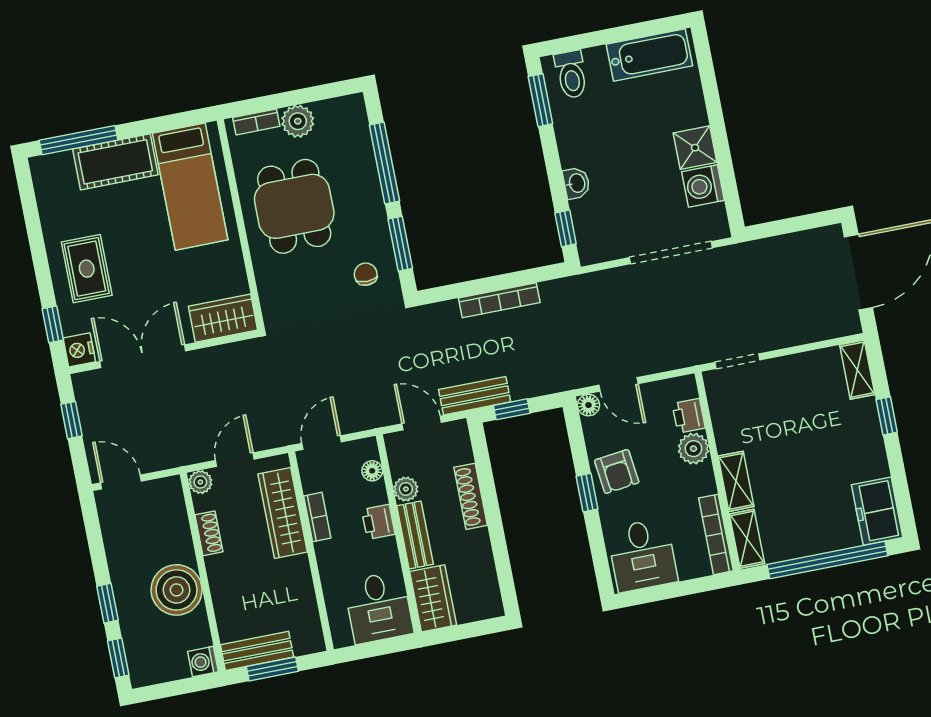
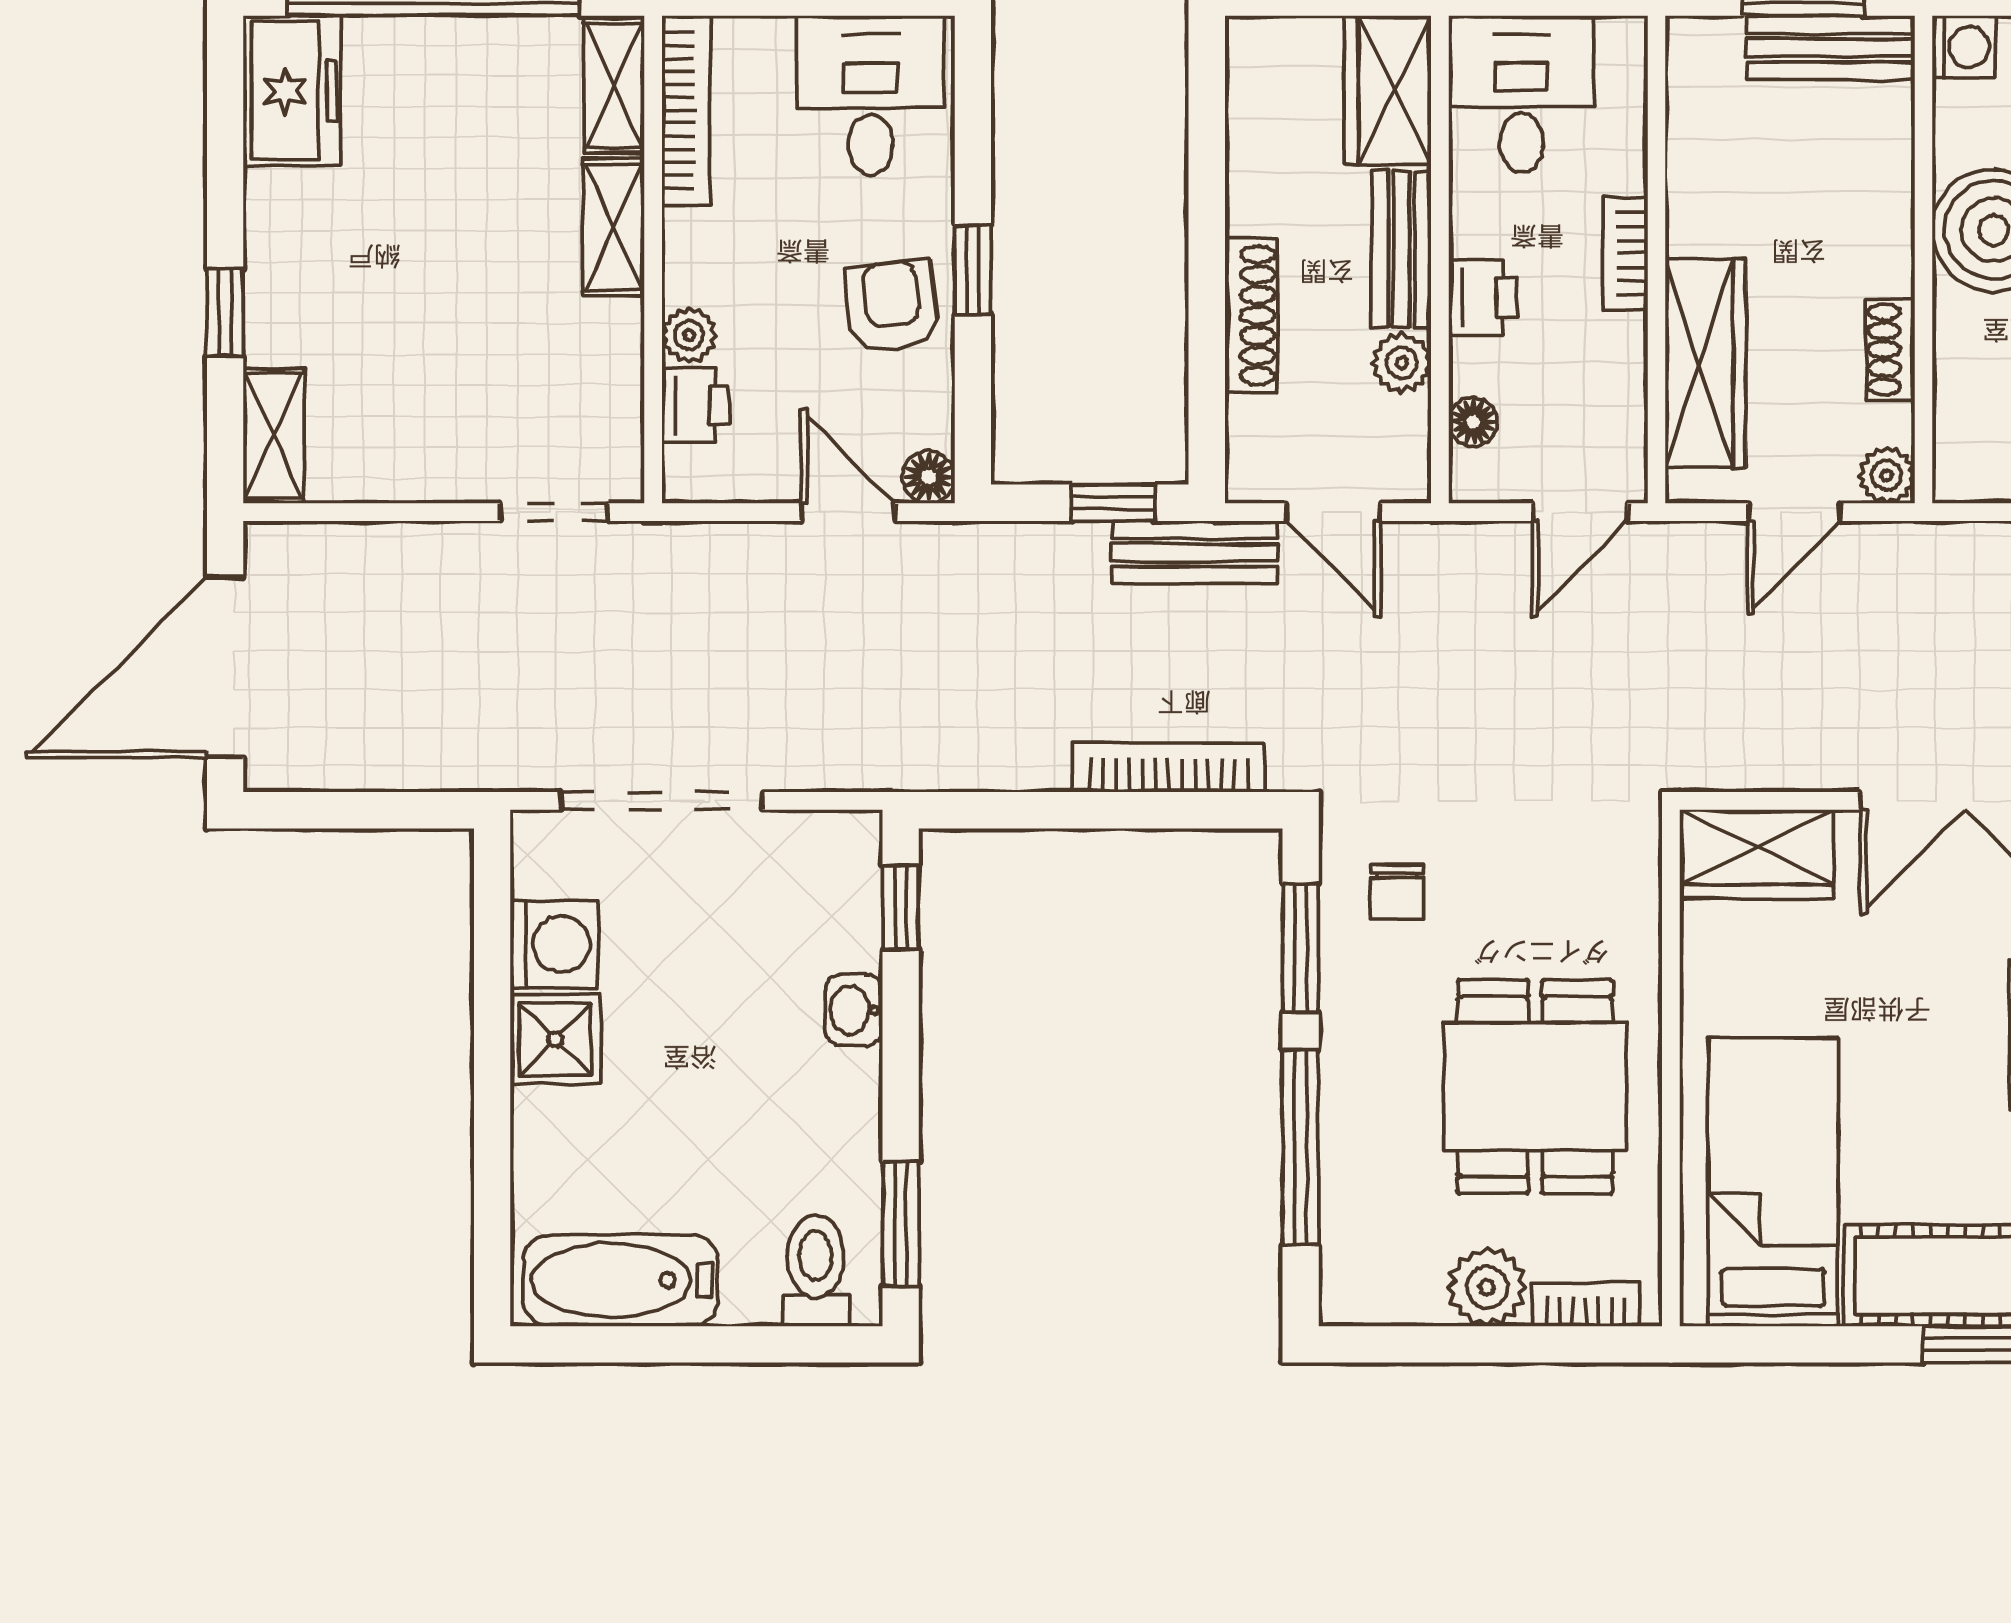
bookcase: (499, 300) -> (1169, 768), moved
plant: (693, 449) -> (689, 335), width x0.73, depth x0.73
bookcase: (317, 517) -> (1625, 254), moved

